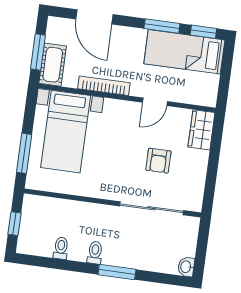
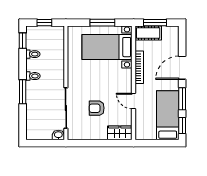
door: (94, 17) -> (182, 68), moved
window: (24, 153) -> (102, 23), moved
window: (38, 261) -> (23, 41), added
washbasin: (186, 267) -> (58, 135), moved

